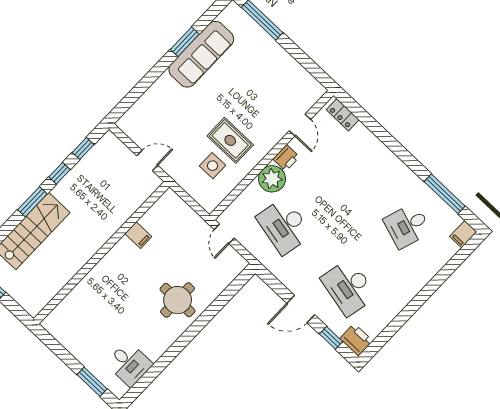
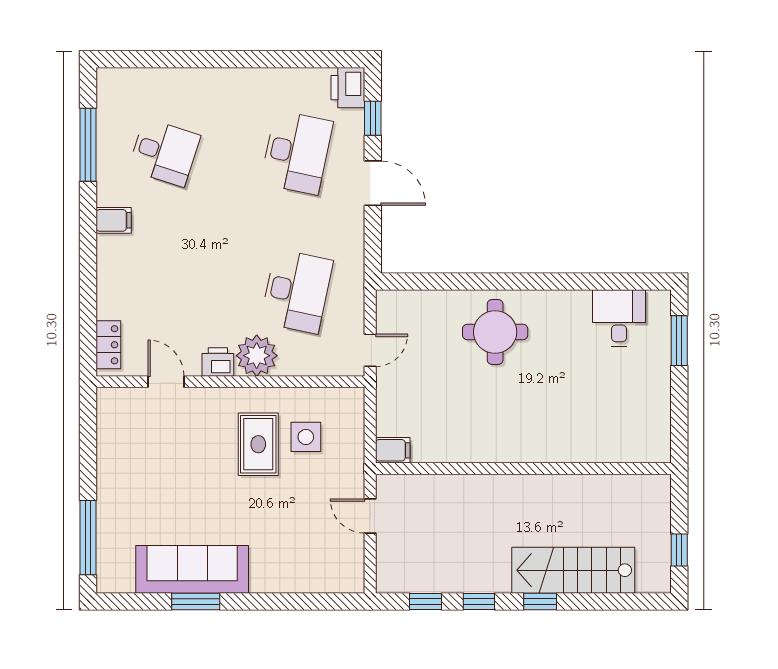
door: (300, 125) -> (166, 382), hinge flipped
window: (32, 202) -> (540, 601), width x0.67
filing cabinet: (463, 234) -> (114, 220), moved
filing cabinet: (138, 235) -> (393, 450), moved, turned 90

